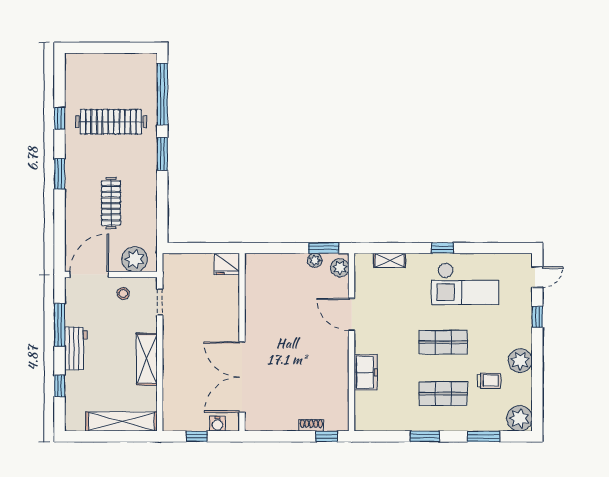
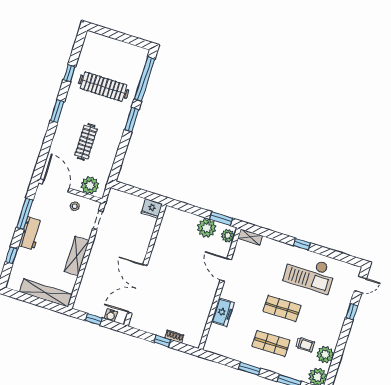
plant: (315, 260) -> (207, 228), width x1.88, depth x1.88
shelving: (390, 260) -> (250, 237), moved
door: (89, 275) -> (56, 186), hinge flipped
plant: (520, 361) -> (325, 355), moved
window: (327, 436) -> (162, 341), moved

